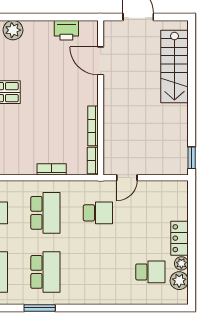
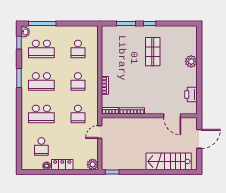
door: (101, 61) -> (172, 116), swing flipped
door: (127, 178) -> (100, 132), hinge flipped
school desk: (45, 213) -> (78, 81), width x0.54
school desk: (98, 272) -> (41, 114), added
plant: (179, 281) -> (93, 164), moved

